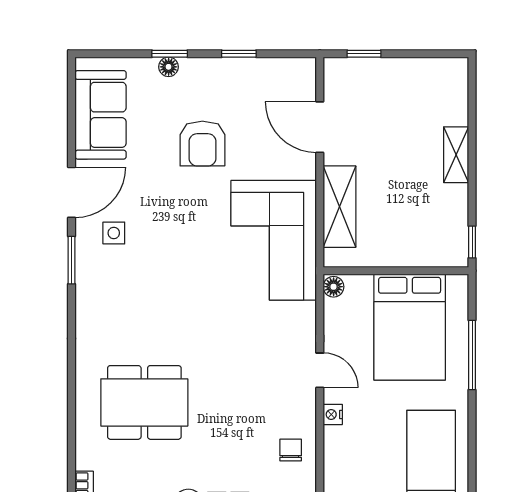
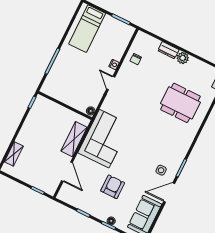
shelving: (456, 155) -> (14, 154), moved
bed: (410, 327) -> (70, 83), removed

